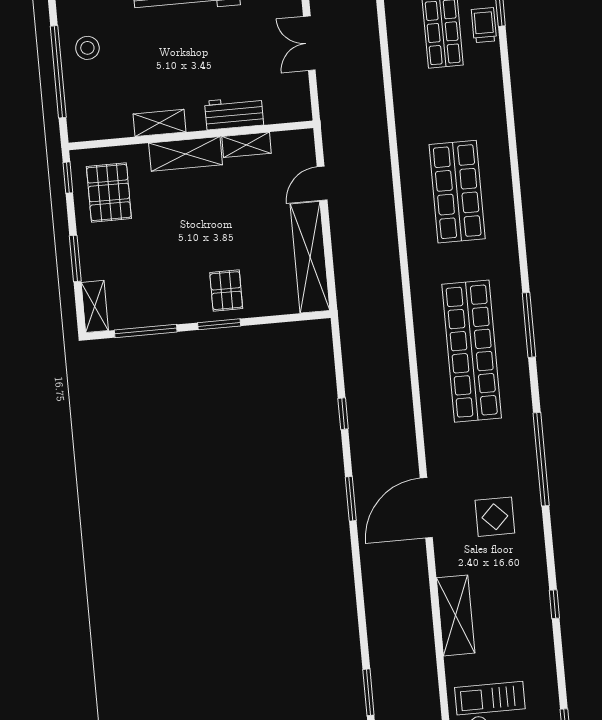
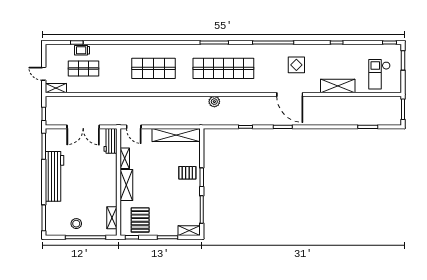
double door: (309, 43) -> (83, 127), width x1.37
workbench: (234, 113) -> (110, 141), moved
shelving: (160, 123) -> (112, 218), moved
door: (322, 183) -> (134, 127), moved
pallet: (109, 192) -> (140, 220), turned 90
plant: (394, 337) -> (214, 102), added

